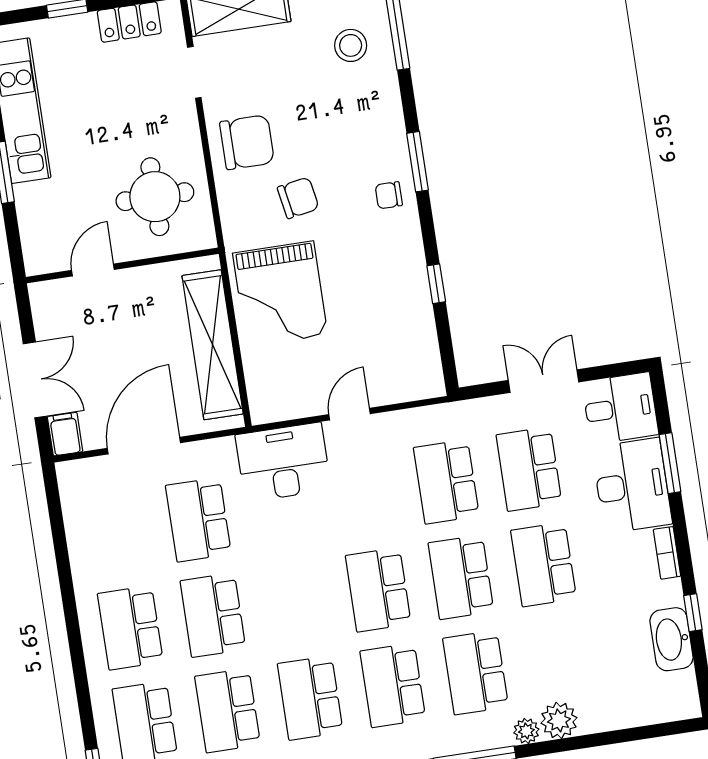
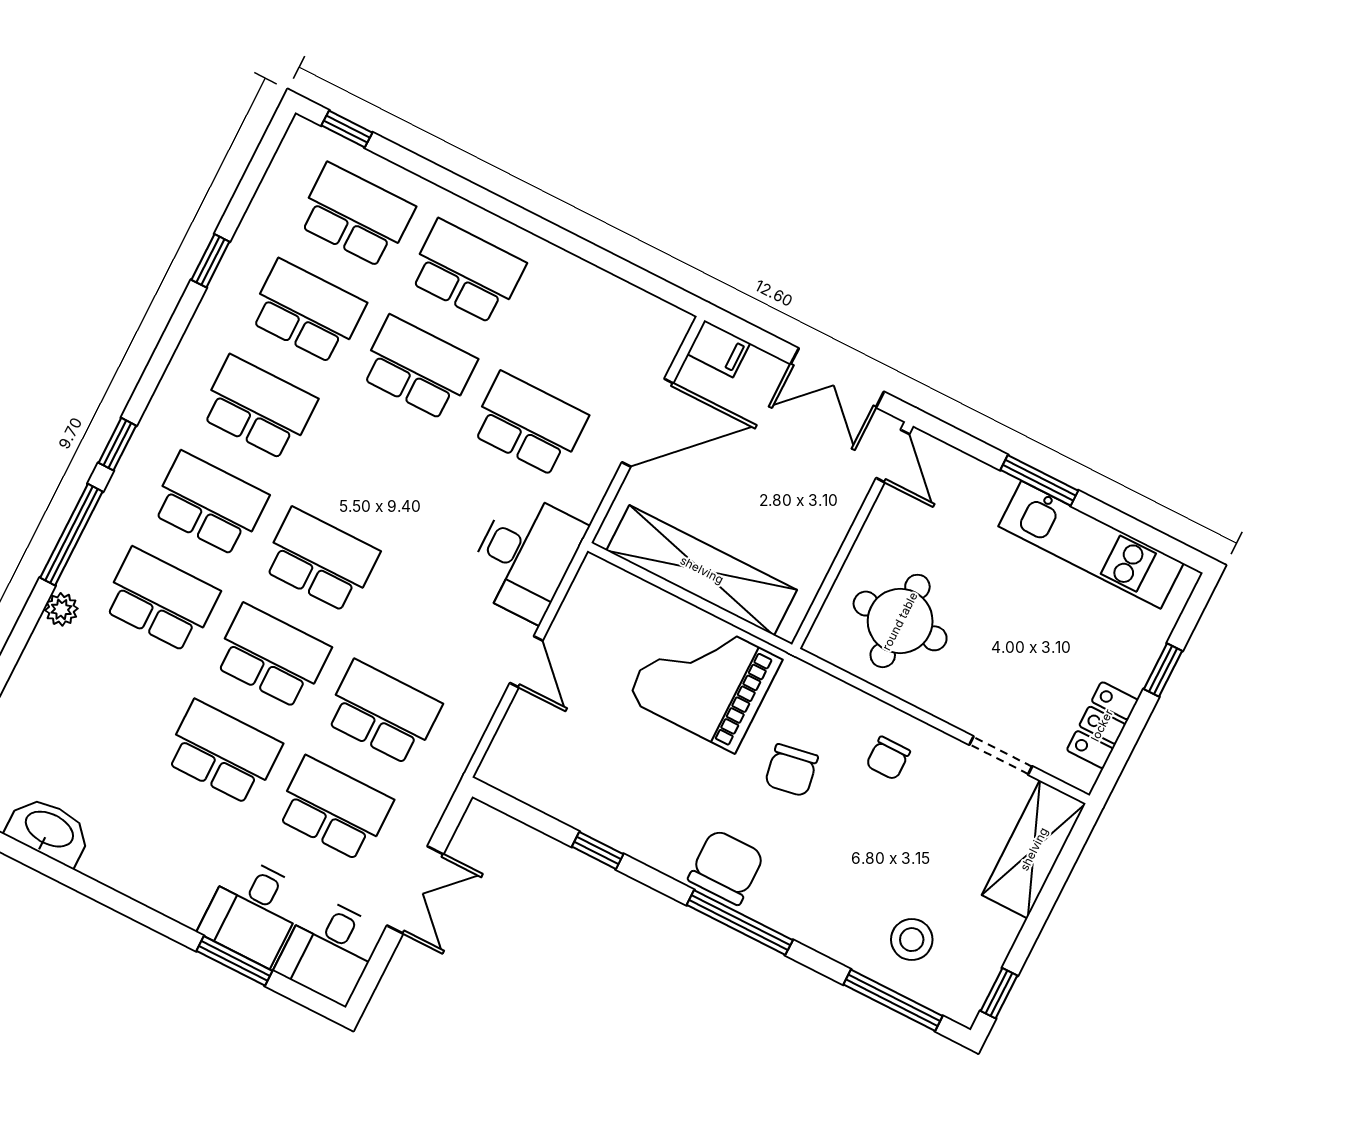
chair: (247, 142) -> (888, 758), width x0.54, depth x0.54
window: (418, 162) -> (740, 922), width x1.44
chair: (389, 195) -> (726, 867), width x1.87, depth x1.87
door: (93, 270) -> (893, 456), moved
double door: (35, 380) -> (837, 378), moved
door: (144, 446) -> (648, 423), hinge flipped
desk: (632, 486) -> (253, 911), width x0.73
bookcase: (667, 553) -> (143, 890), removed
window: (693, 613) -> (61, 873), removed
plant: (559, 720) -> (48, 651), removed

